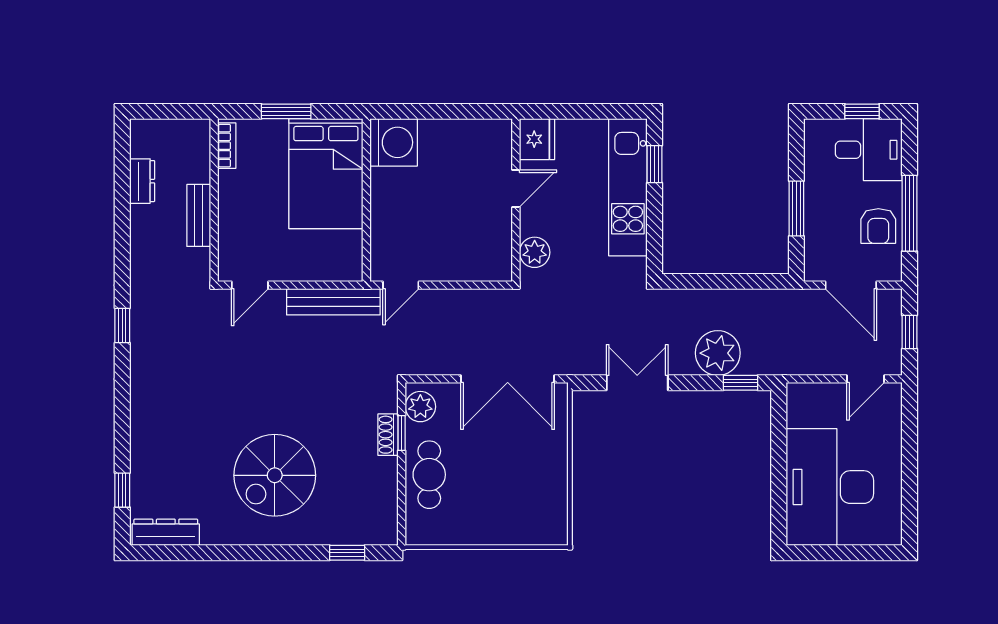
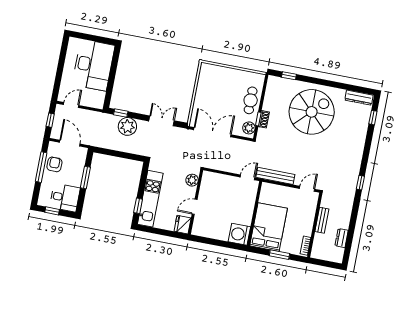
desk: (869, 150) -> (65, 198), moved, turned 180
double door: (637, 383) -> (161, 121), swing flipped
spiral stairs: (275, 475) -> (312, 112), width x1.37, depth x1.37

